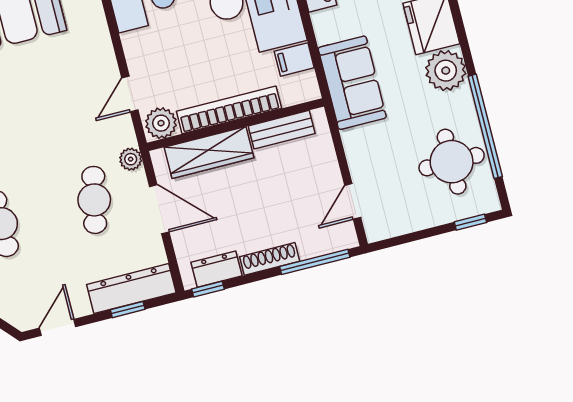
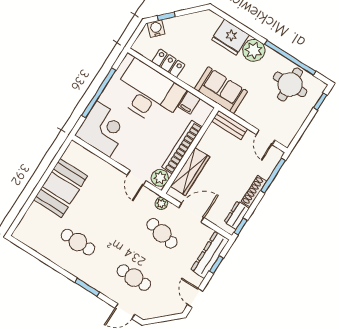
bench: (282, 130) -> (230, 125), moved, turned 90

